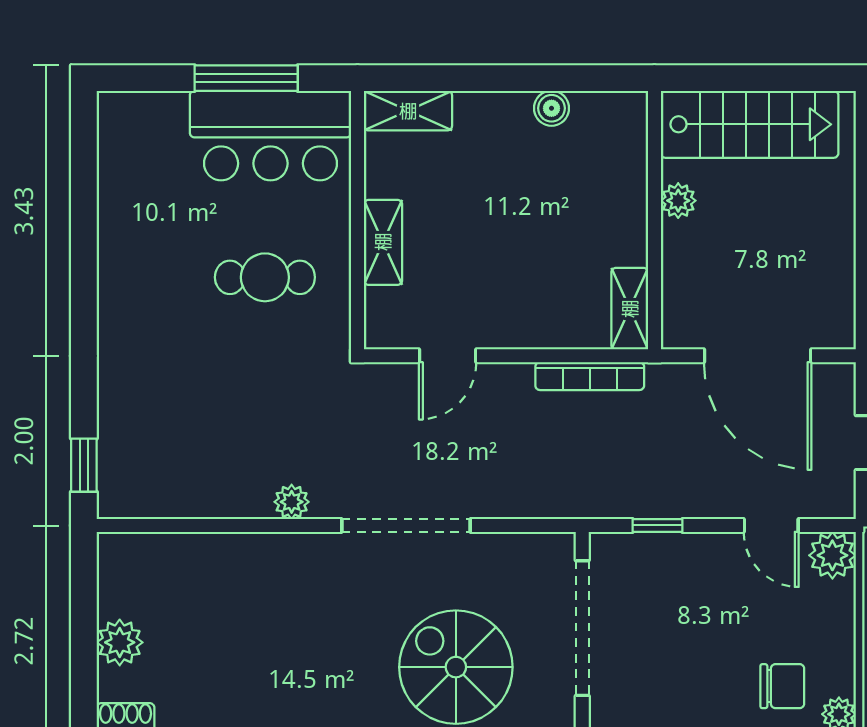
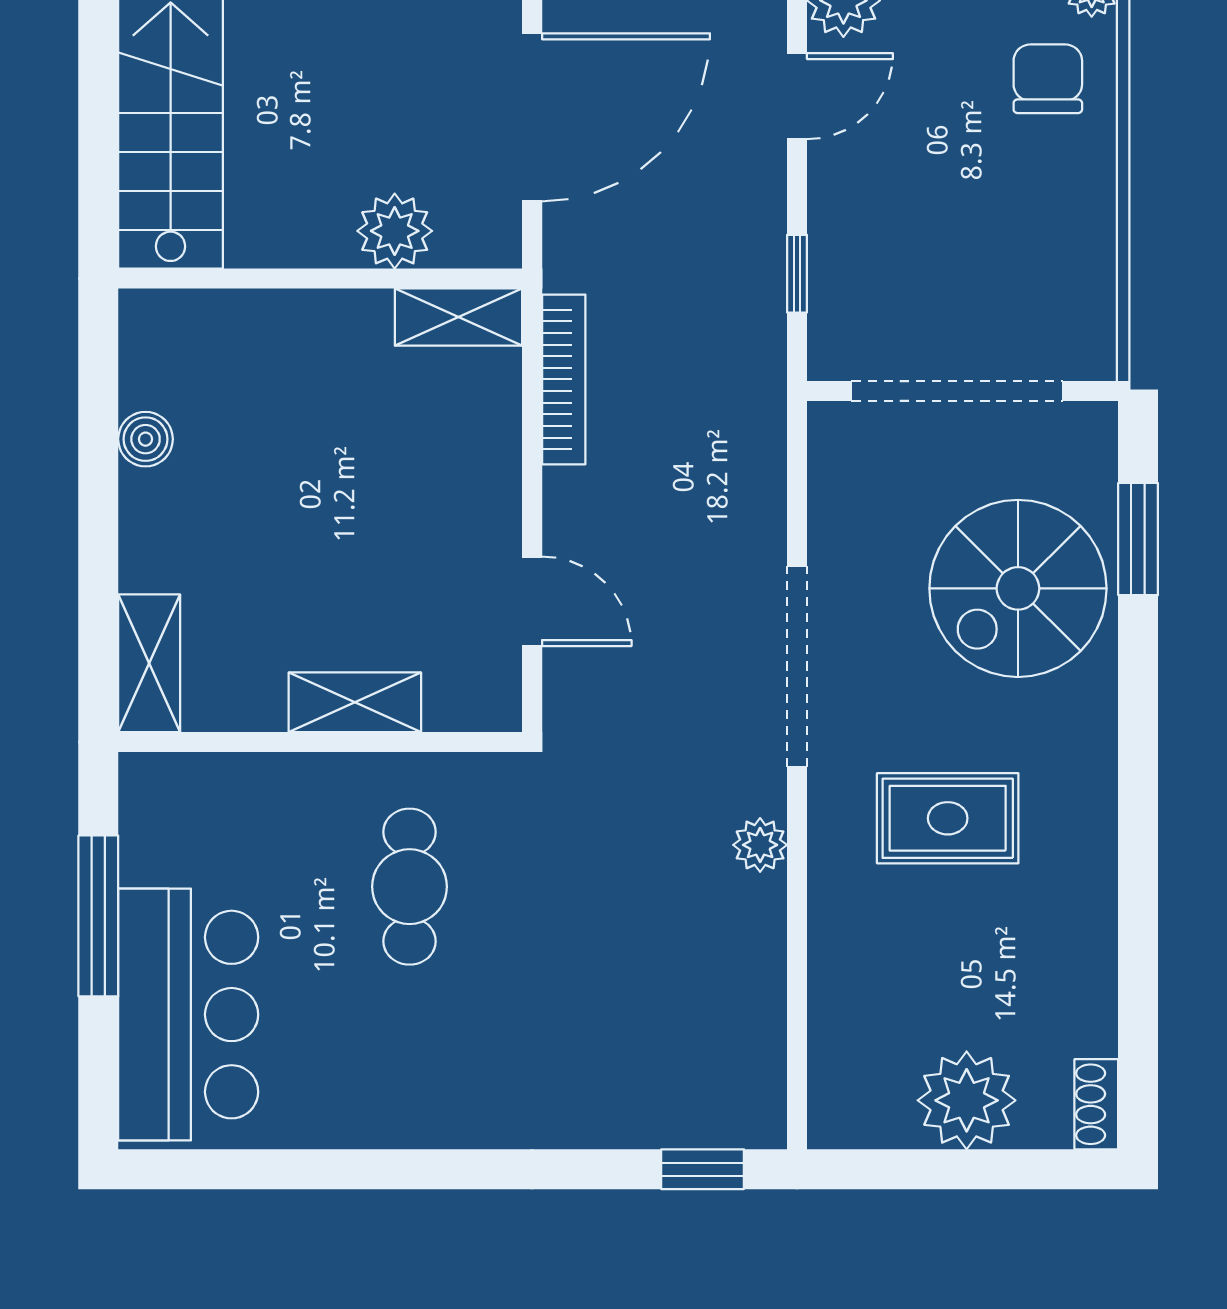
bar counter: (271, 136) -> (188, 1015), moved
plant: (678, 201) -> (395, 231), moved, width x1.38, depth x1.38
rug: (309, 622) -> (948, 818), added
plant: (120, 642) -> (967, 1100), width x1.36, depth x1.36

